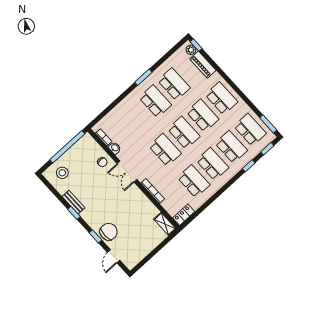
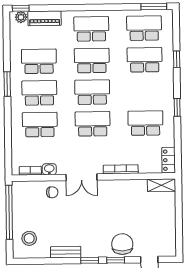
window: (267, 149) -> (177, 107), moved
school desk: (212, 164) -> (40, 125), moved
window: (74, 213) -> (90, 260), moved

